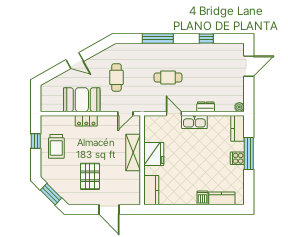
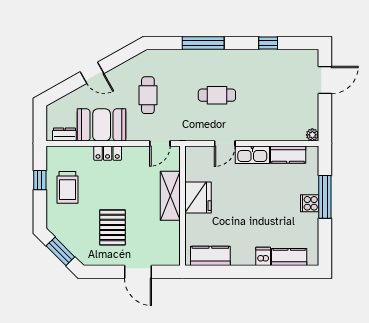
dresser: (206, 107) -> (64, 135), moved
door: (174, 114) -> (225, 143), swing flipped
kitchen counter: (238, 128) -> (288, 155), moved, turned -90
kitchen counter: (151, 190) -> (210, 256), moved, turned -90

